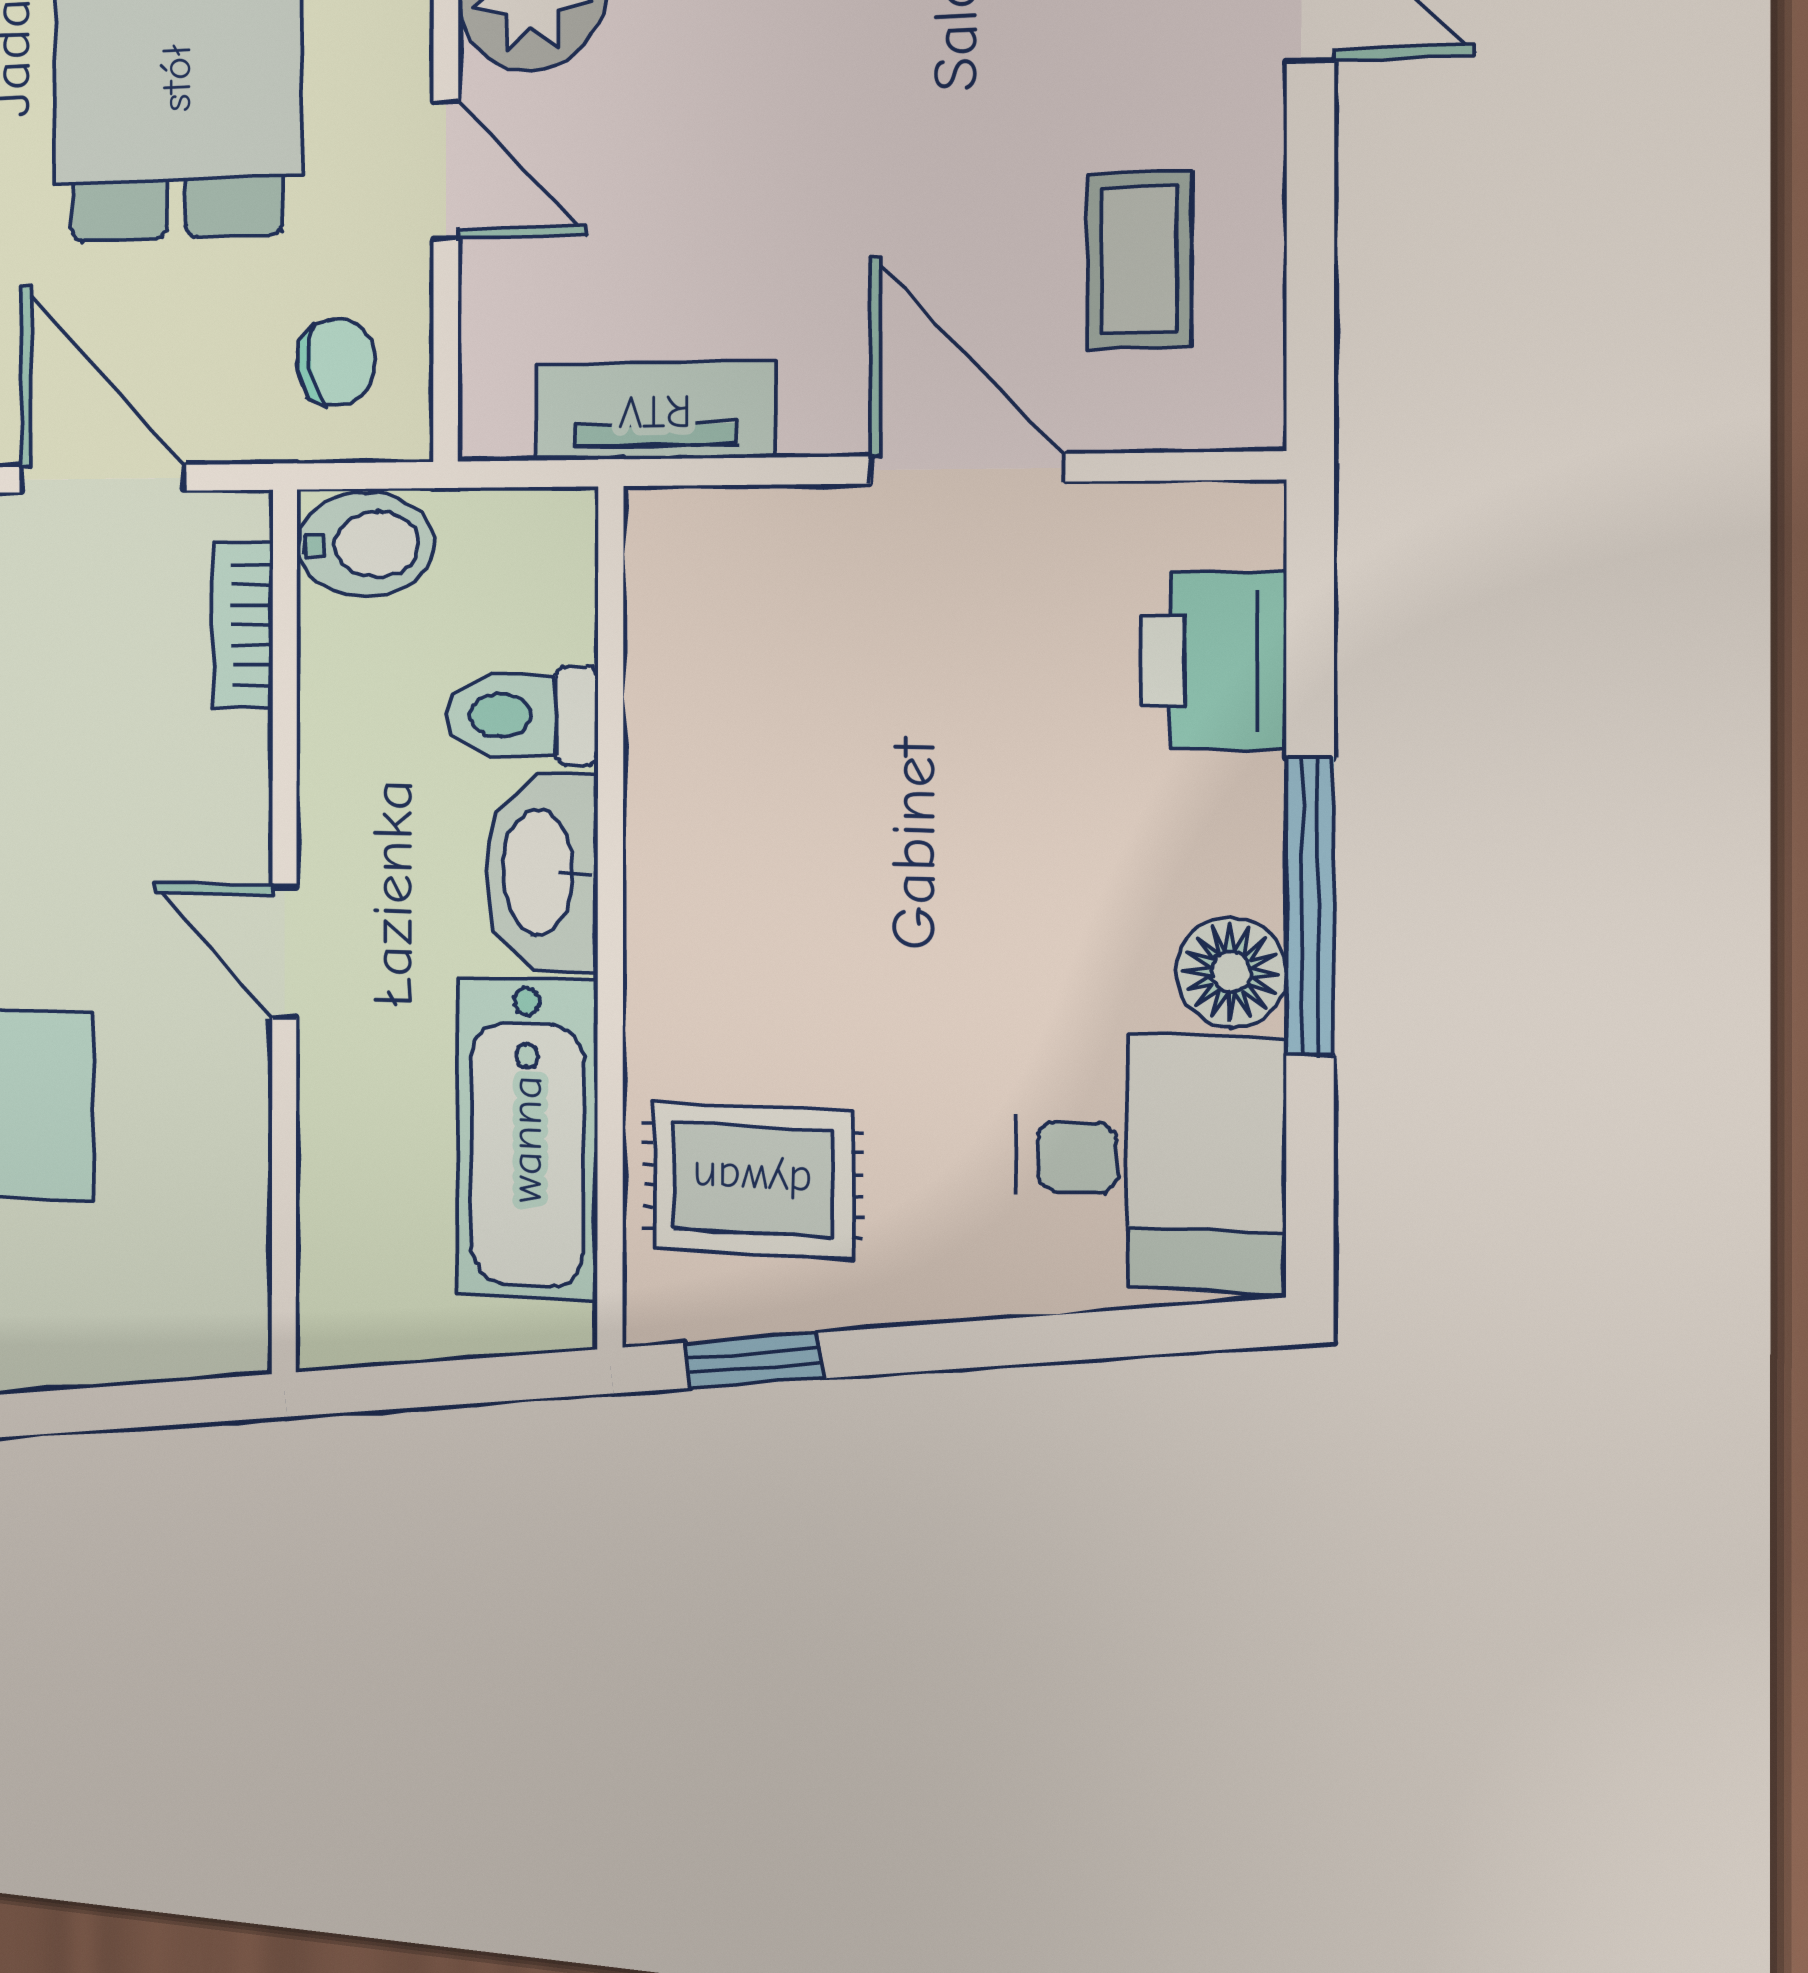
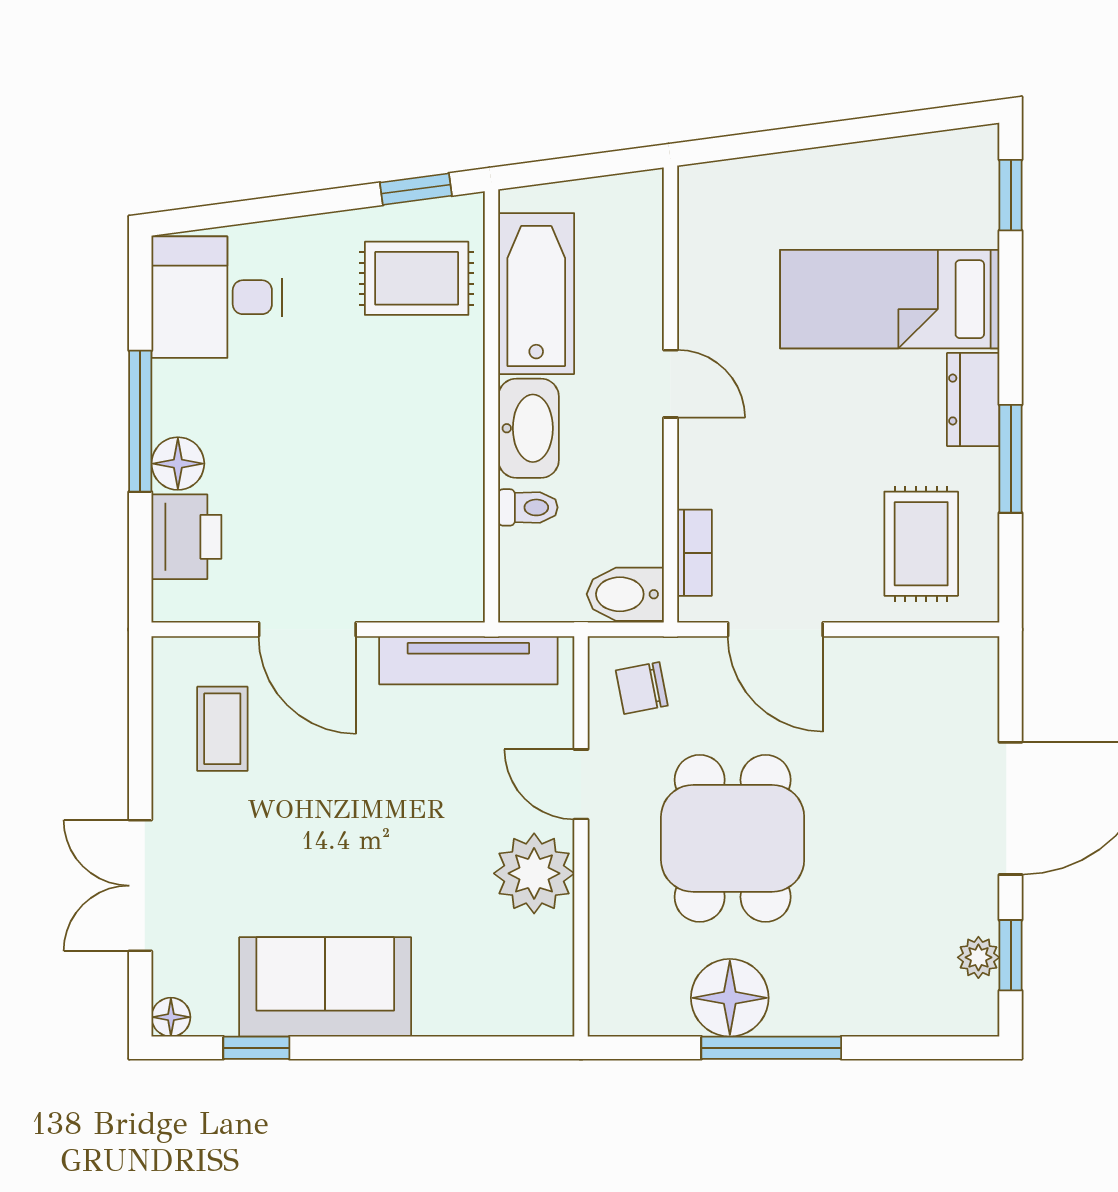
tv unit: (655, 411) -> (468, 660), width x1.41
toilet: (521, 715) -> (528, 507), width x0.73, depth x0.72
floor lamp: (1231, 972) -> (178, 464), moved

